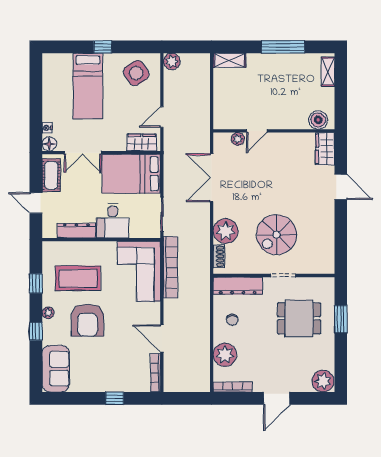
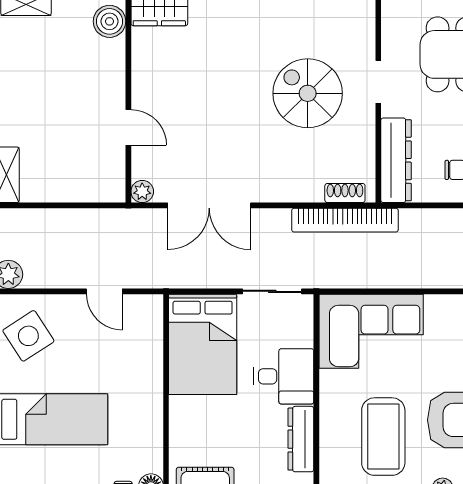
plant: (238, 139) -> (142, 191), moved
wardrobe: (142, 142) -> (148, 326), removed
double door: (83, 153) -> (166, 428), removed
plant: (226, 231) -> (302, 181), removed
spiral stairs: (277, 235) -> (308, 93), turned 180
bookcase: (170, 267) -> (345, 220), moved, turned 180

